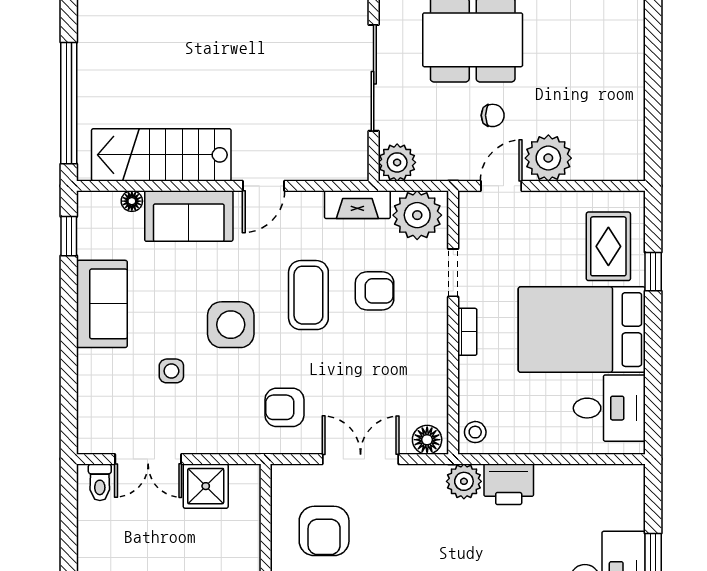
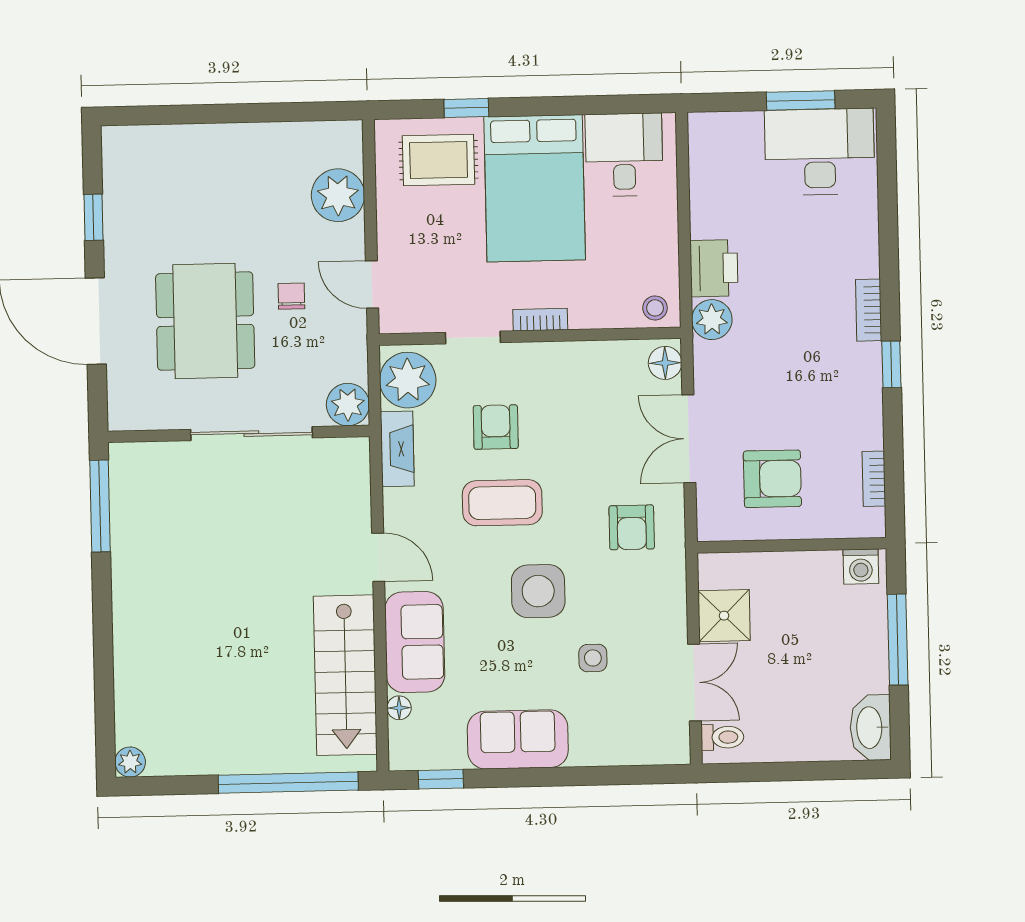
plant: (548, 158) -> (338, 195), moved

